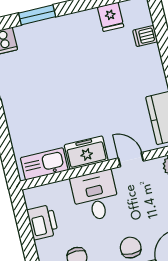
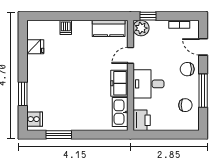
dishwasher: (145, 36) -> (66, 27), moved
printer: (43, 222) -> (142, 120), moved, turned 90

